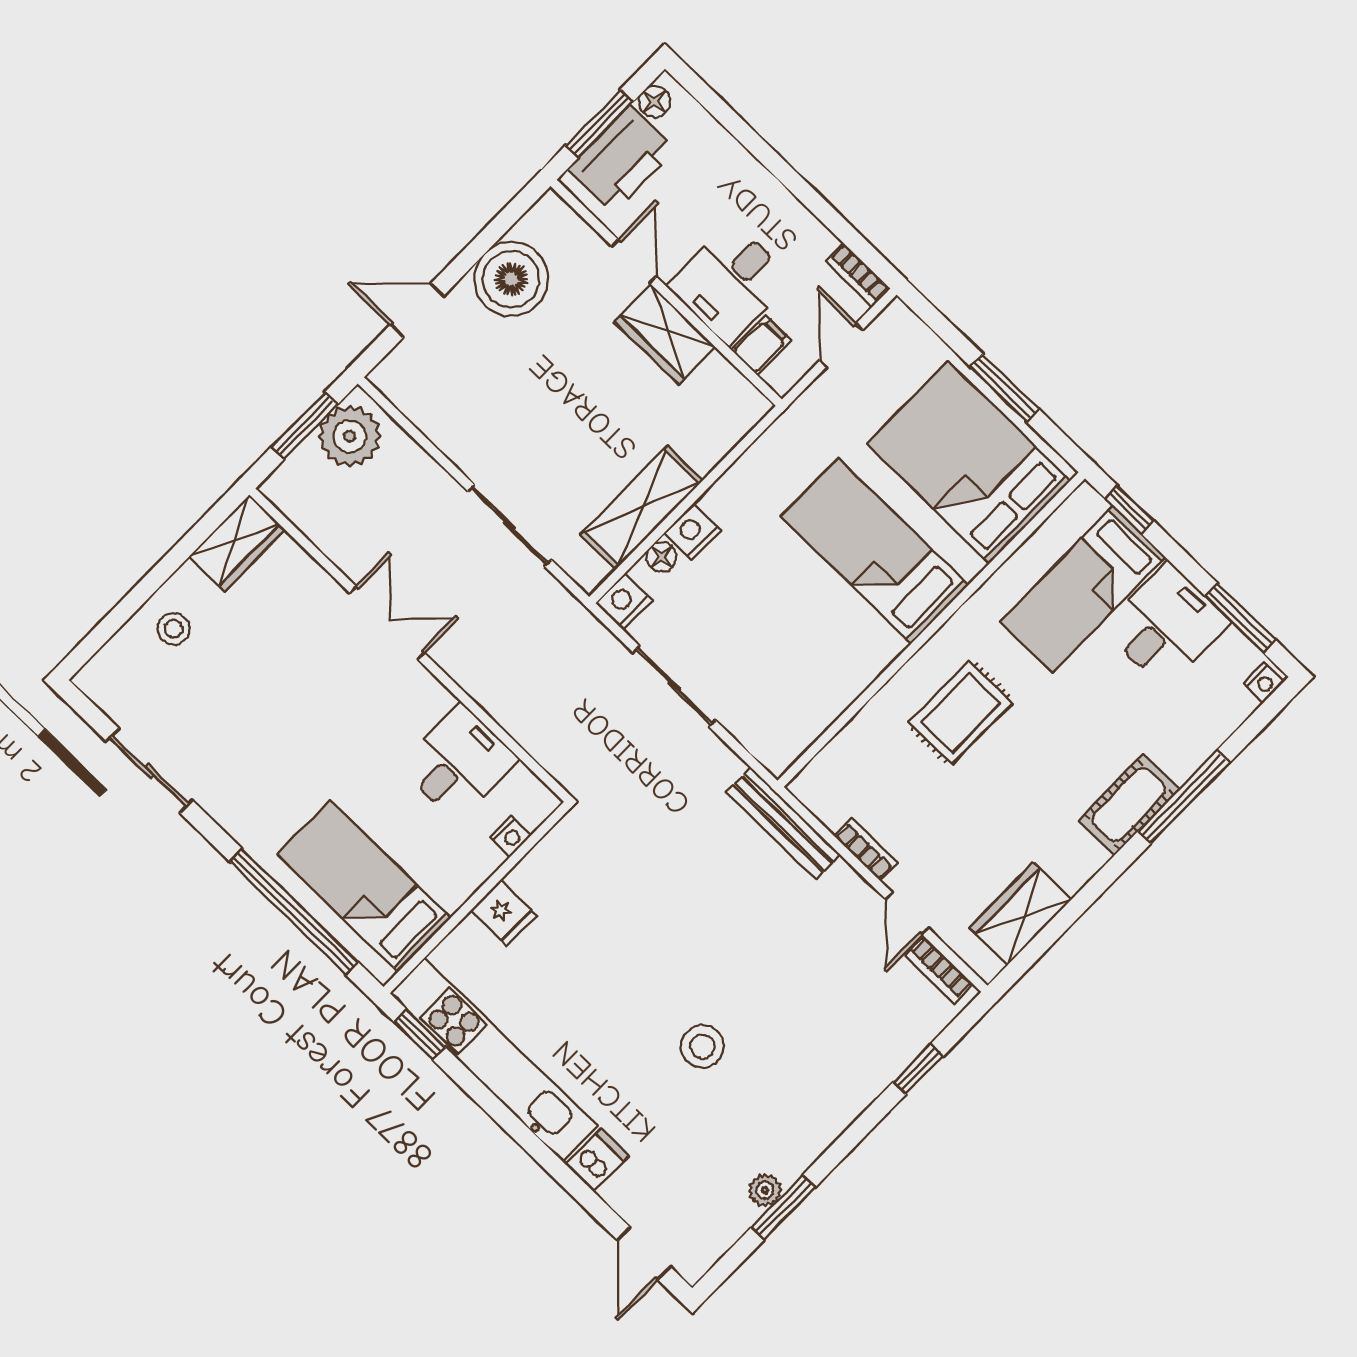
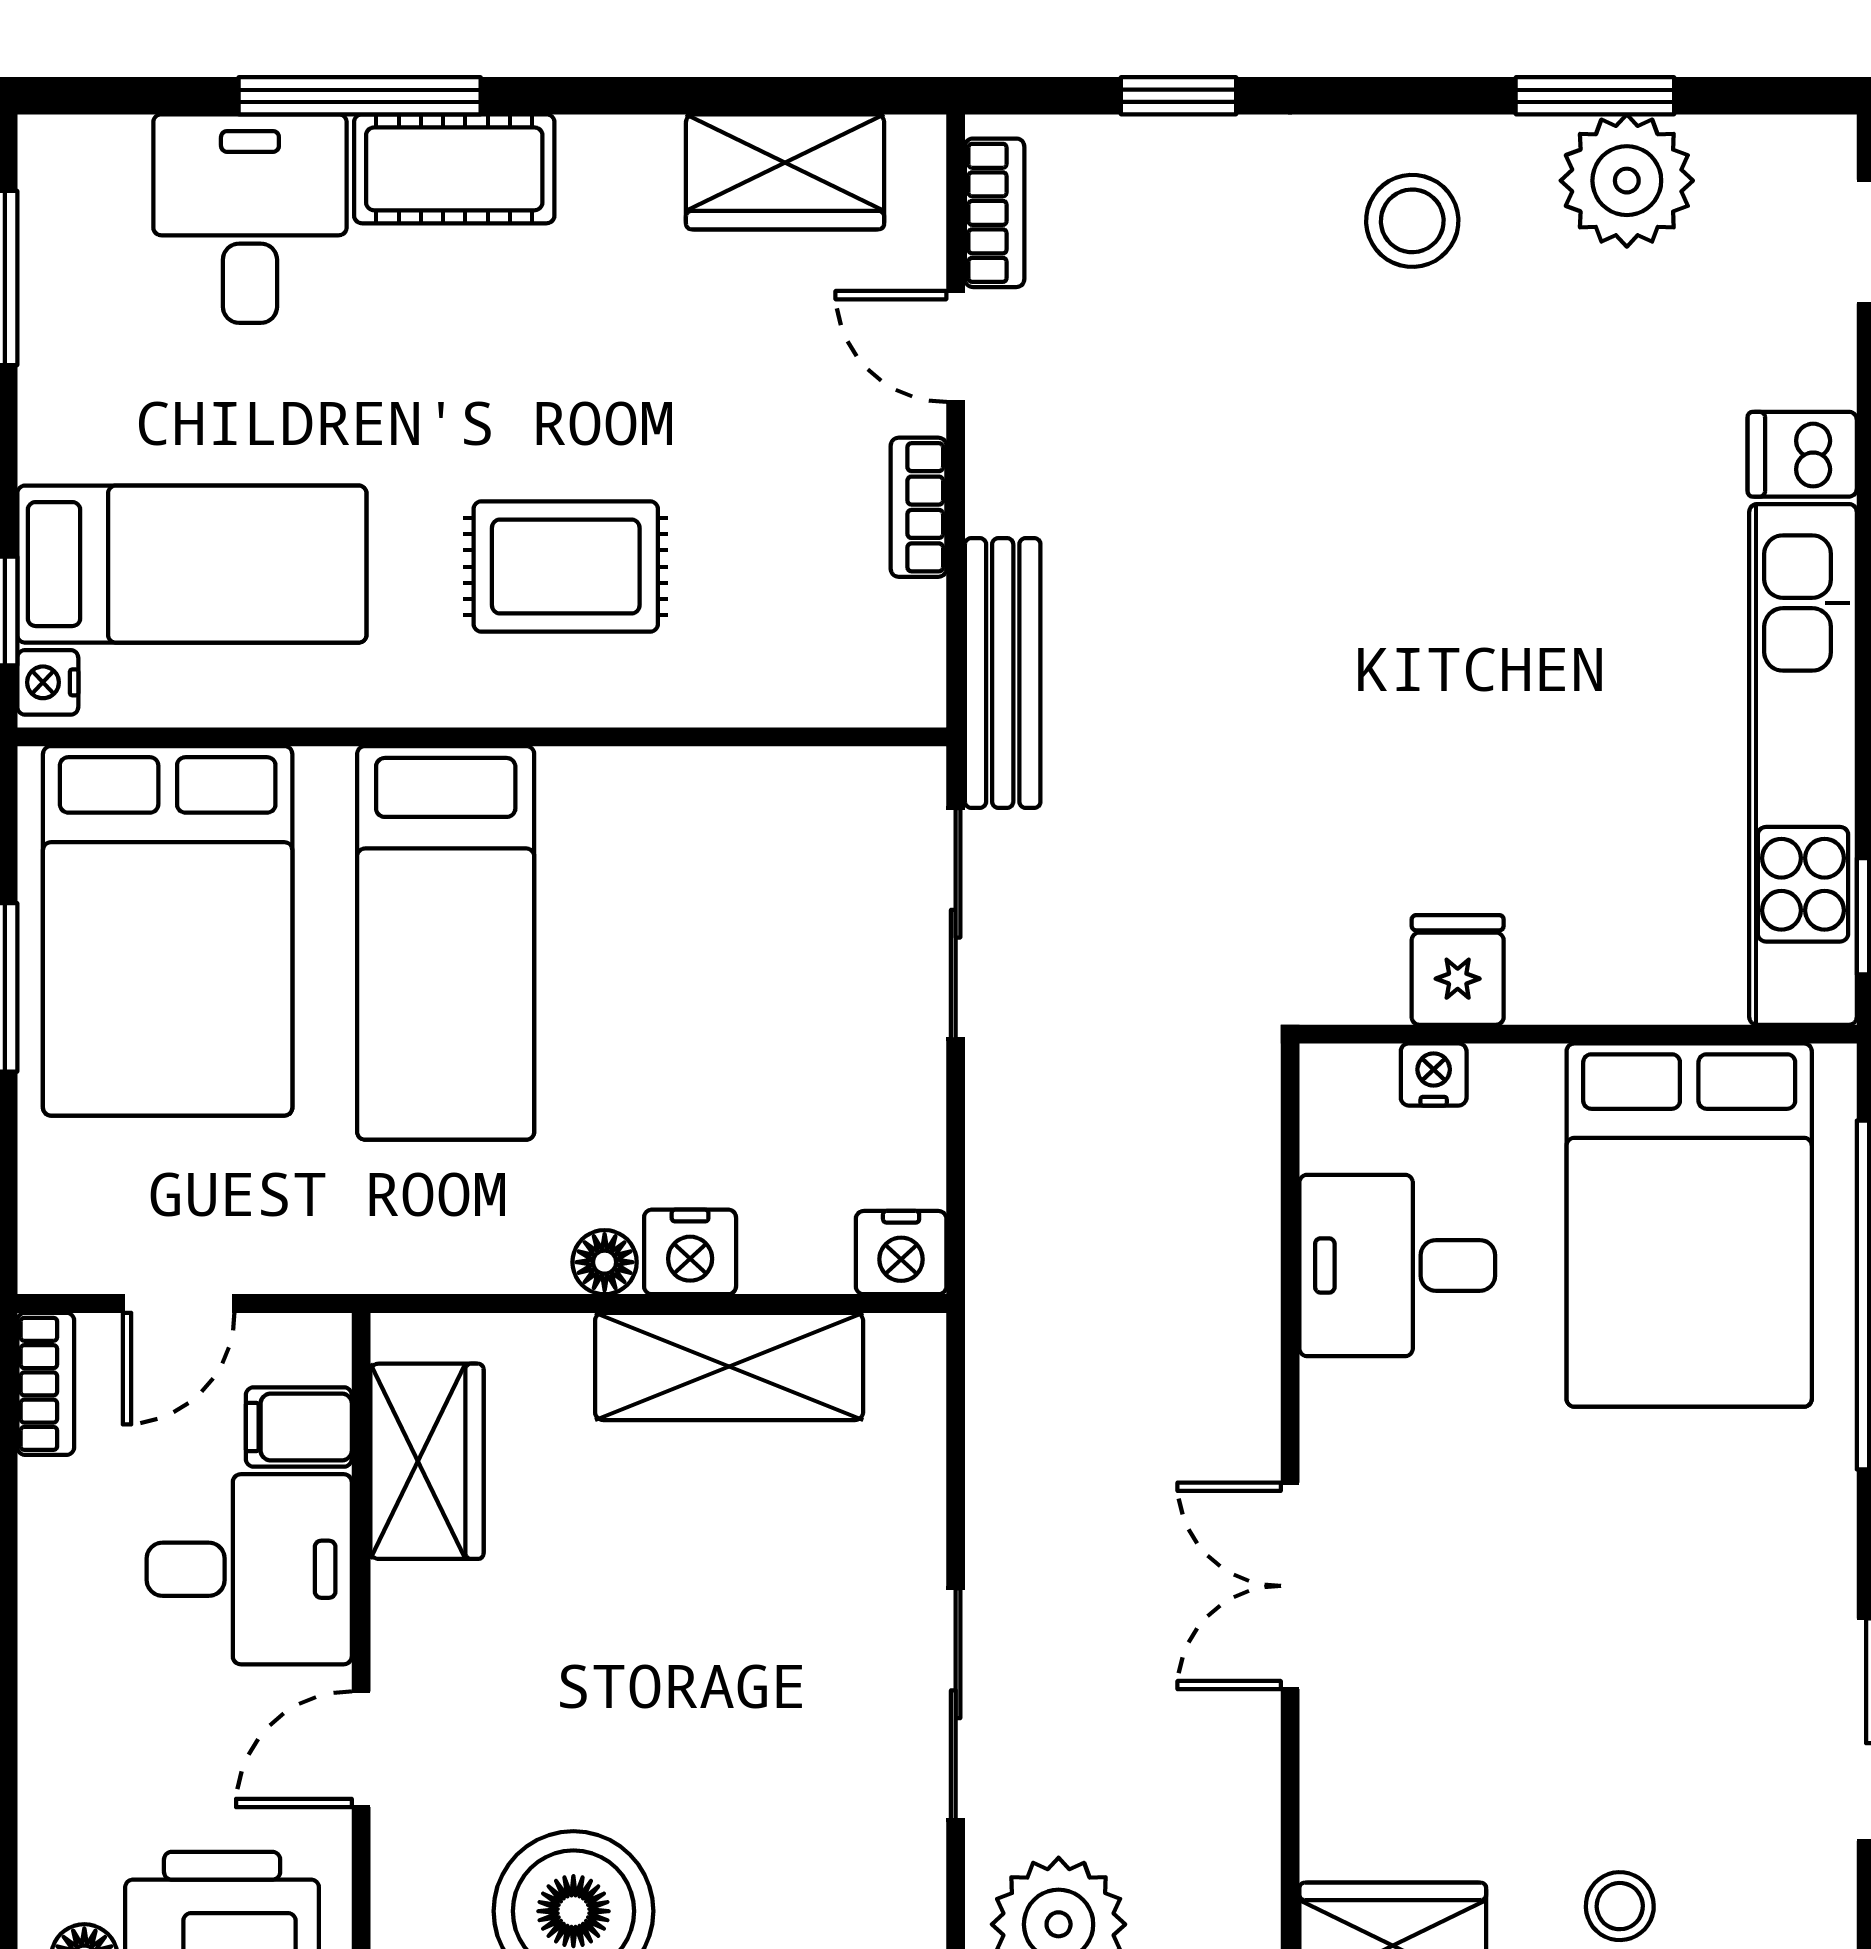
wardrobe: (665, 334) -> (427, 1461), moved
sliding door: (510, 526) -> (956, 1704), moved
floor lamp: (661, 557) -> (605, 1262), moved
desk: (1166, 625) -> (250, 219), moved, turned 90
nightstand: (1264, 683) -> (48, 682), moved, turned -90
sliding door: (674, 686) -> (956, 924), moved
bed: (364, 886) -> (1689, 1225), width x1.50
fridge: (504, 913) -> (1458, 970), moved
door: (907, 914) -> (956, 346), swing flipped
stool: (702, 1046) -> (1412, 221), moved
plant: (765, 1190) -> (1627, 181), width x1.88, depth x1.88

